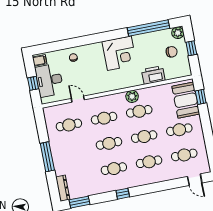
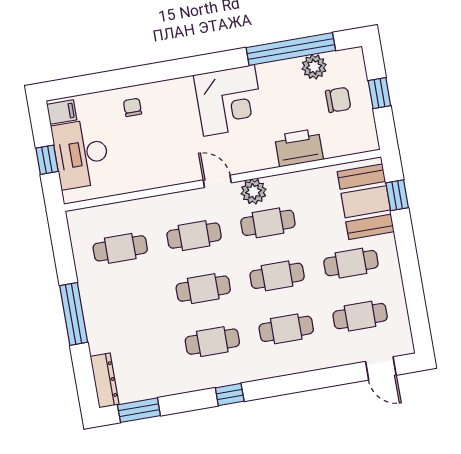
plant: (178, 33) -> (314, 67), moved
door: (78, 99) -> (217, 181), moved

